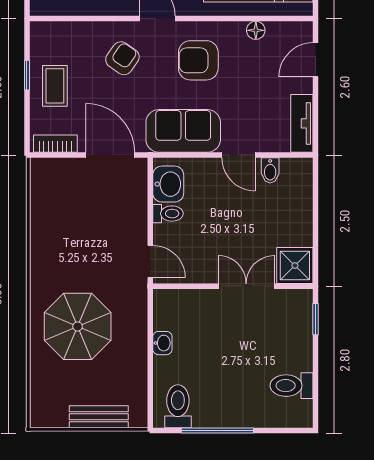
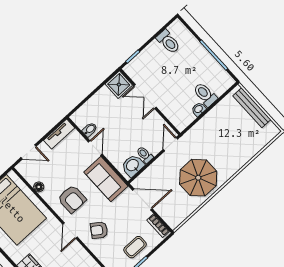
door: (110, 155) -> (142, 199), swing flipped
parasol: (78, 326) -> (198, 178), moved
toilet: (178, 406) -> (205, 94), moved, turned 90
bench: (99, 417) -> (252, 108), width x1.36

